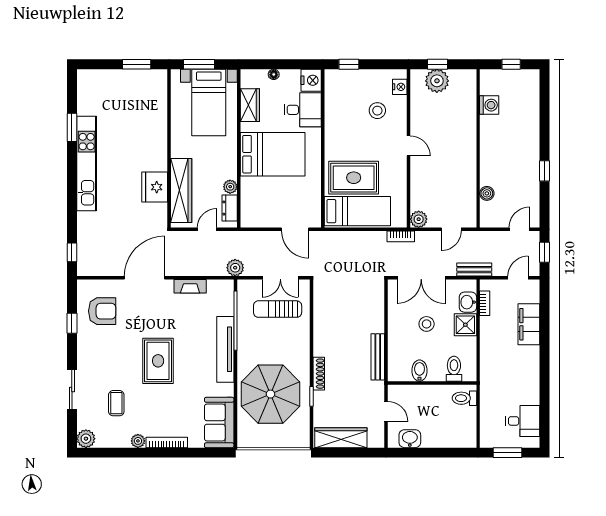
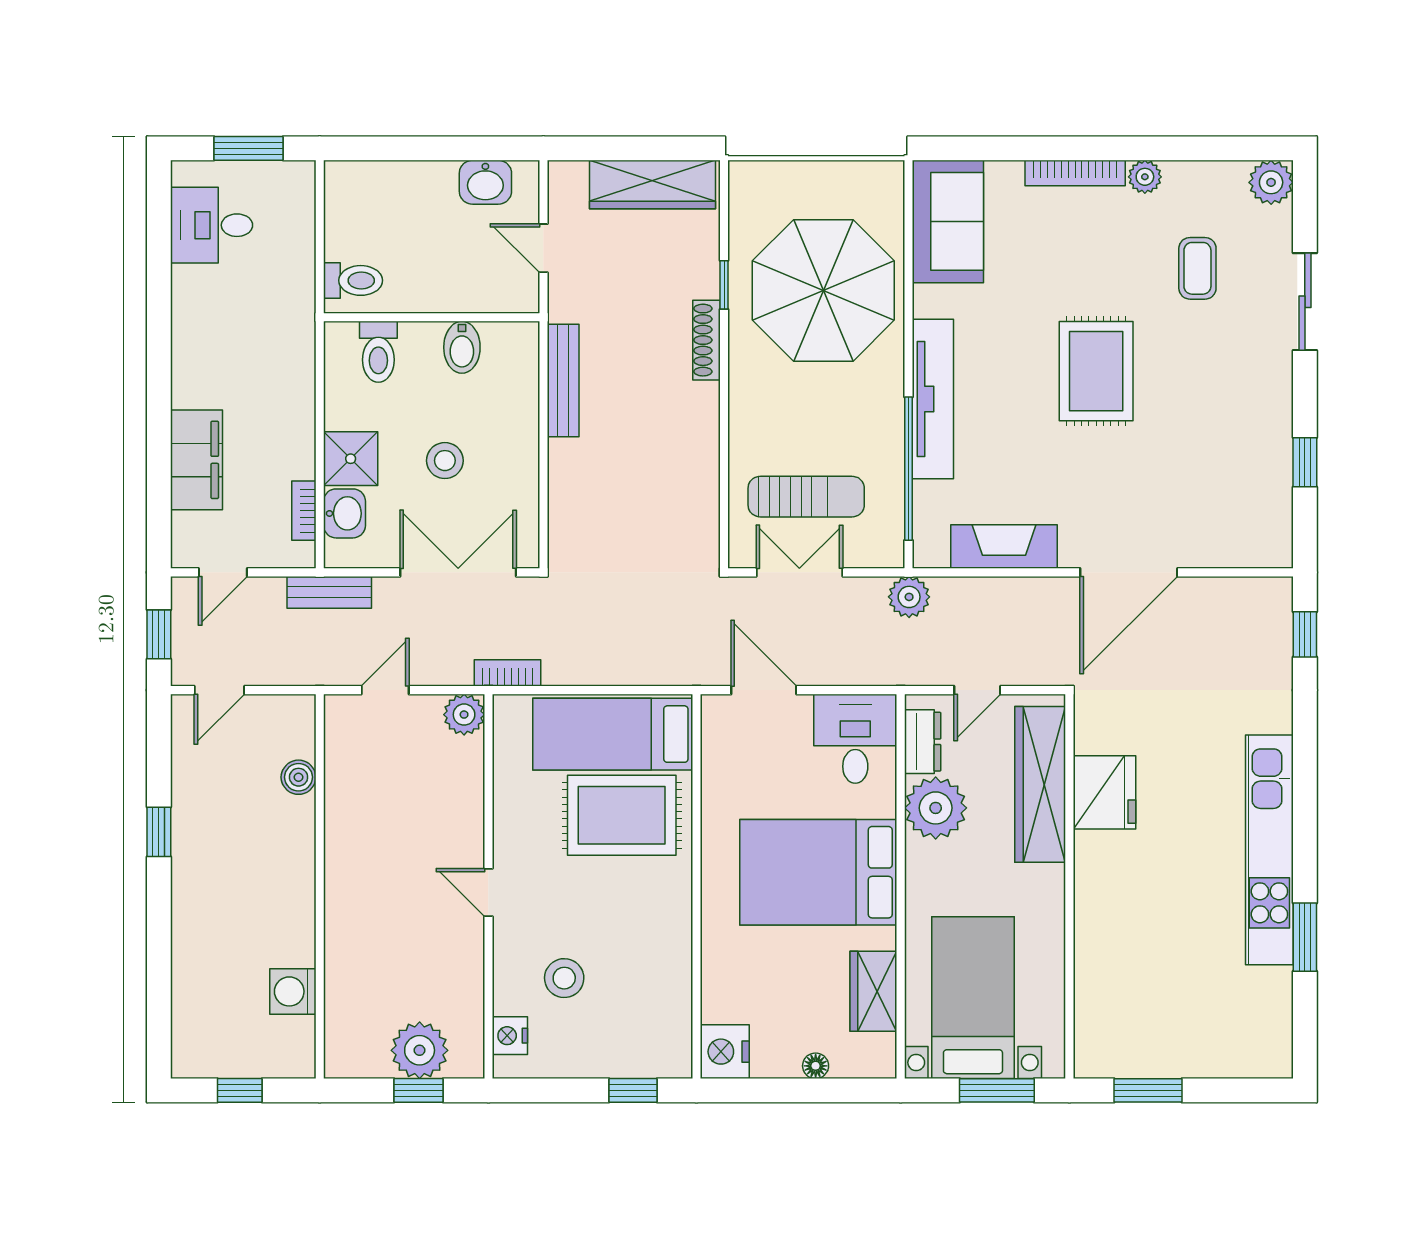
desk: (303, 110) -> (855, 739), moved, turned 90
plant: (230, 187) -> (936, 808), width x1.87, depth x1.87
fireplace: (190, 286) -> (1004, 547), width x1.37, depth x1.32
armchair: (102, 311) -> (1232, 492), removed

